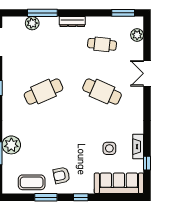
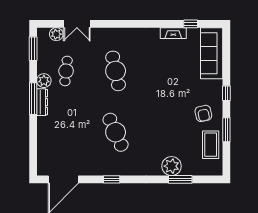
window: (42, 13) -> (33, 99), moved
plant: (32, 23) -> (44, 81), moved
double door: (147, 73) -> (77, 24), moved
cafe table: (102, 92) -> (116, 71), turned -36
side table: (109, 148) -> (175, 63), removed

